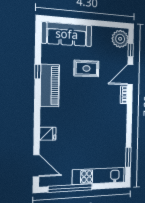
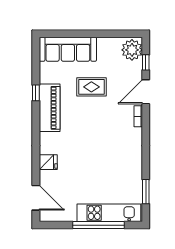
window: (70, 188) -> (98, 225), moved

